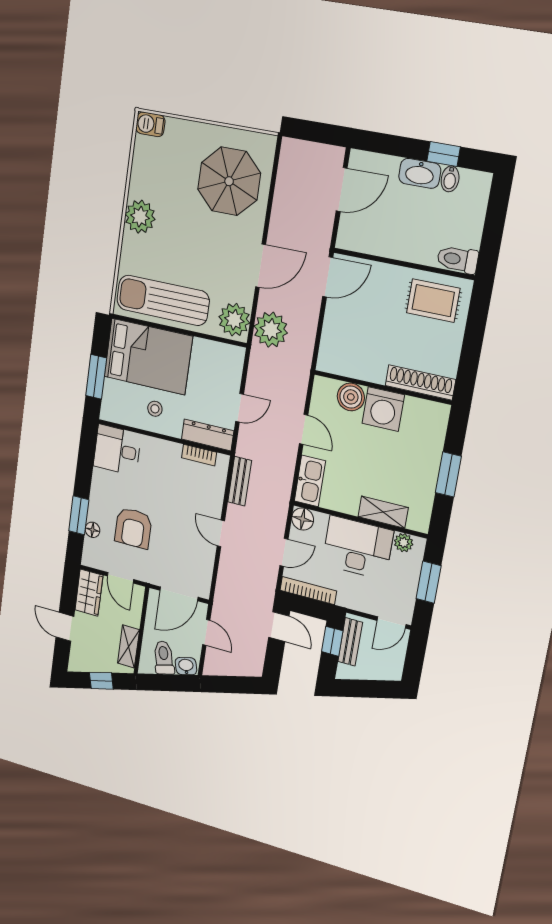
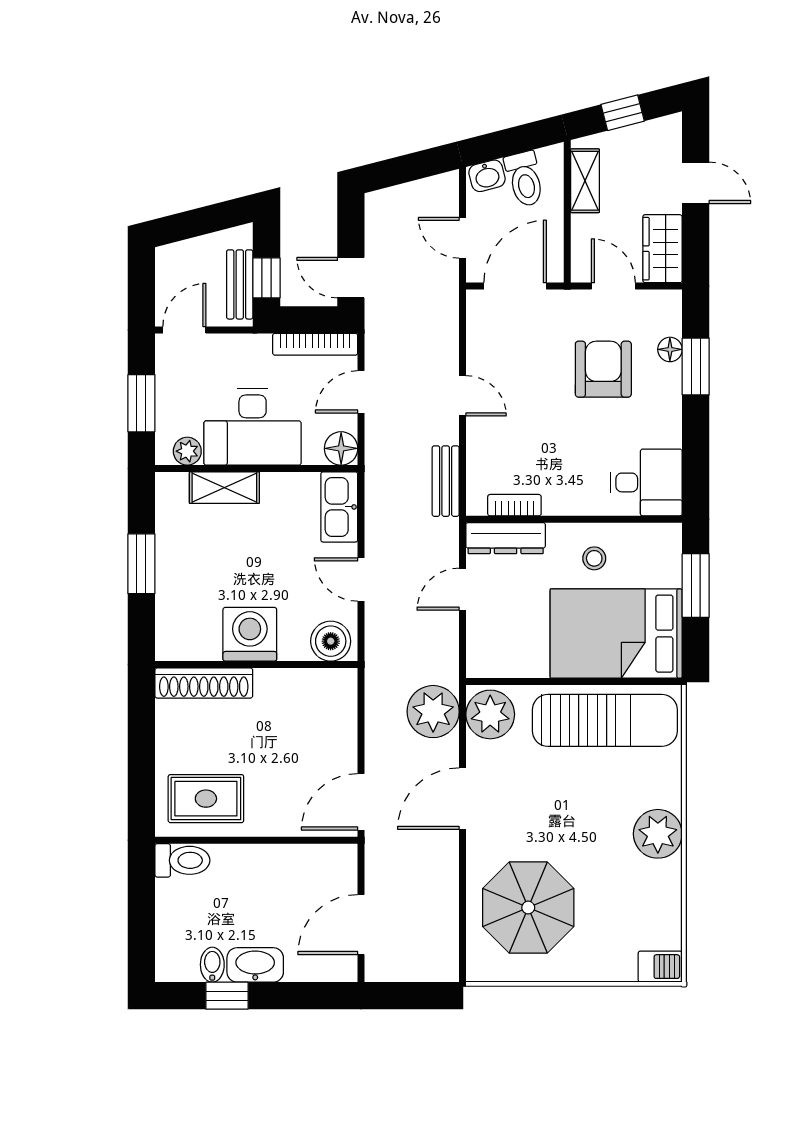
boiler: (351, 397) -> (331, 641), moved

